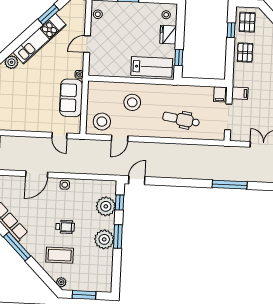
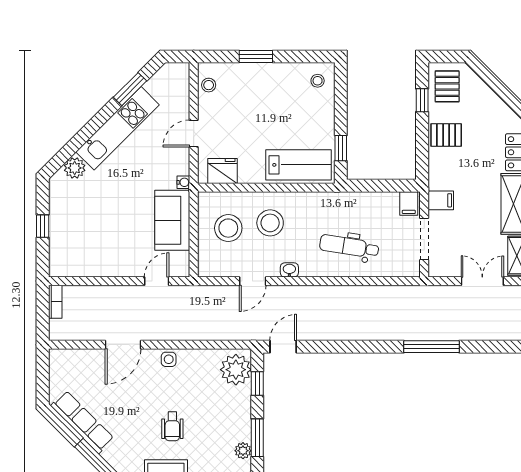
fridge: (168, 35) -> (222, 171), moved, turned 90
pallet: (245, 53) -> (446, 135), turned 90
stool: (102, 122) -> (228, 228), moved
washbasin: (143, 132) -> (289, 270), added
door: (59, 135) -> (157, 281), swing flipped
plant: (106, 206) -> (236, 370), moved
wheelchair: (65, 227) -> (172, 426), turned 90
plant: (104, 239) -> (243, 451), width x0.53, depth x0.53

